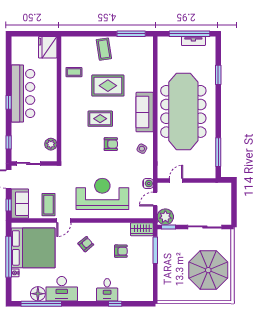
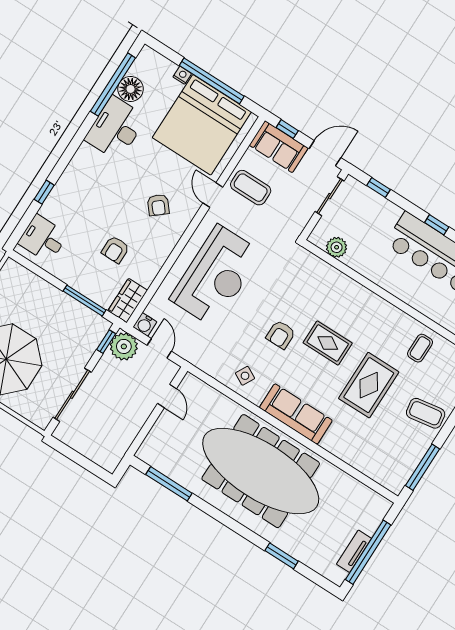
rug: (100, 119) -> (328, 343), turned 90
water cooler: (148, 184) -> (145, 324), moved
desk: (107, 290) -> (43, 239), moved

